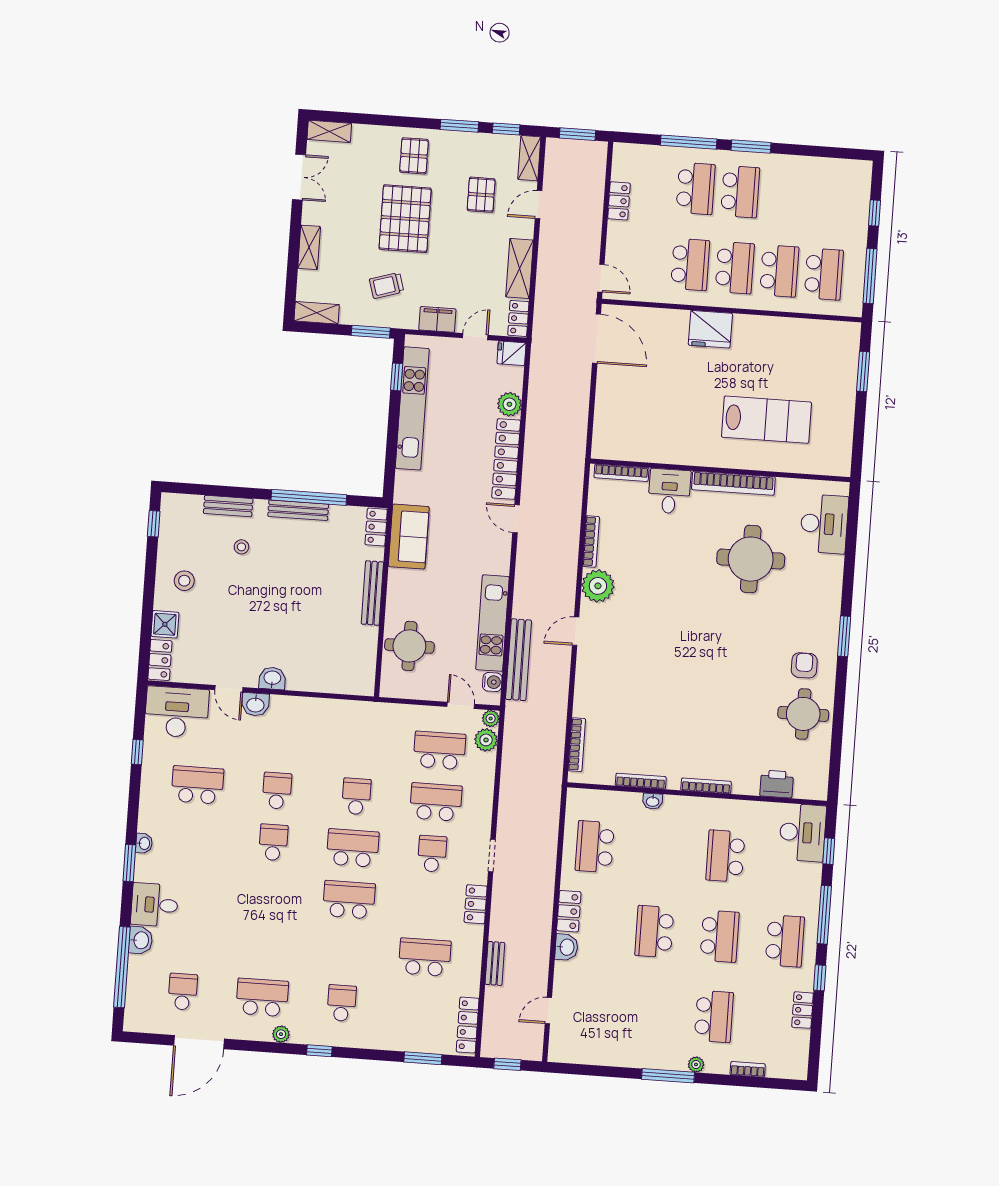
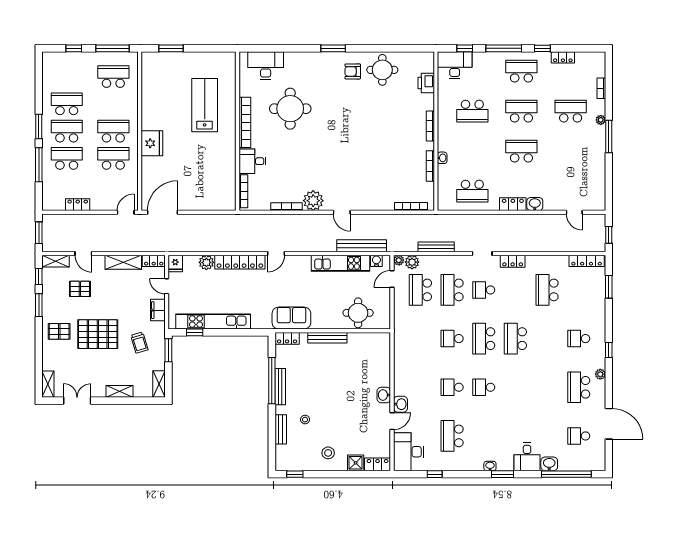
school desk: (779, 271) -> (67, 104), moved
school desk: (654, 932) -> (521, 151), turned 180
bench: (495, 963) -> (436, 247), moved, width x1.36

